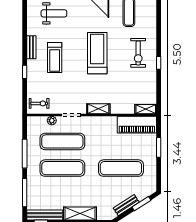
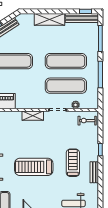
treadmill: (97, 53) -> (34, 167), turned 90

